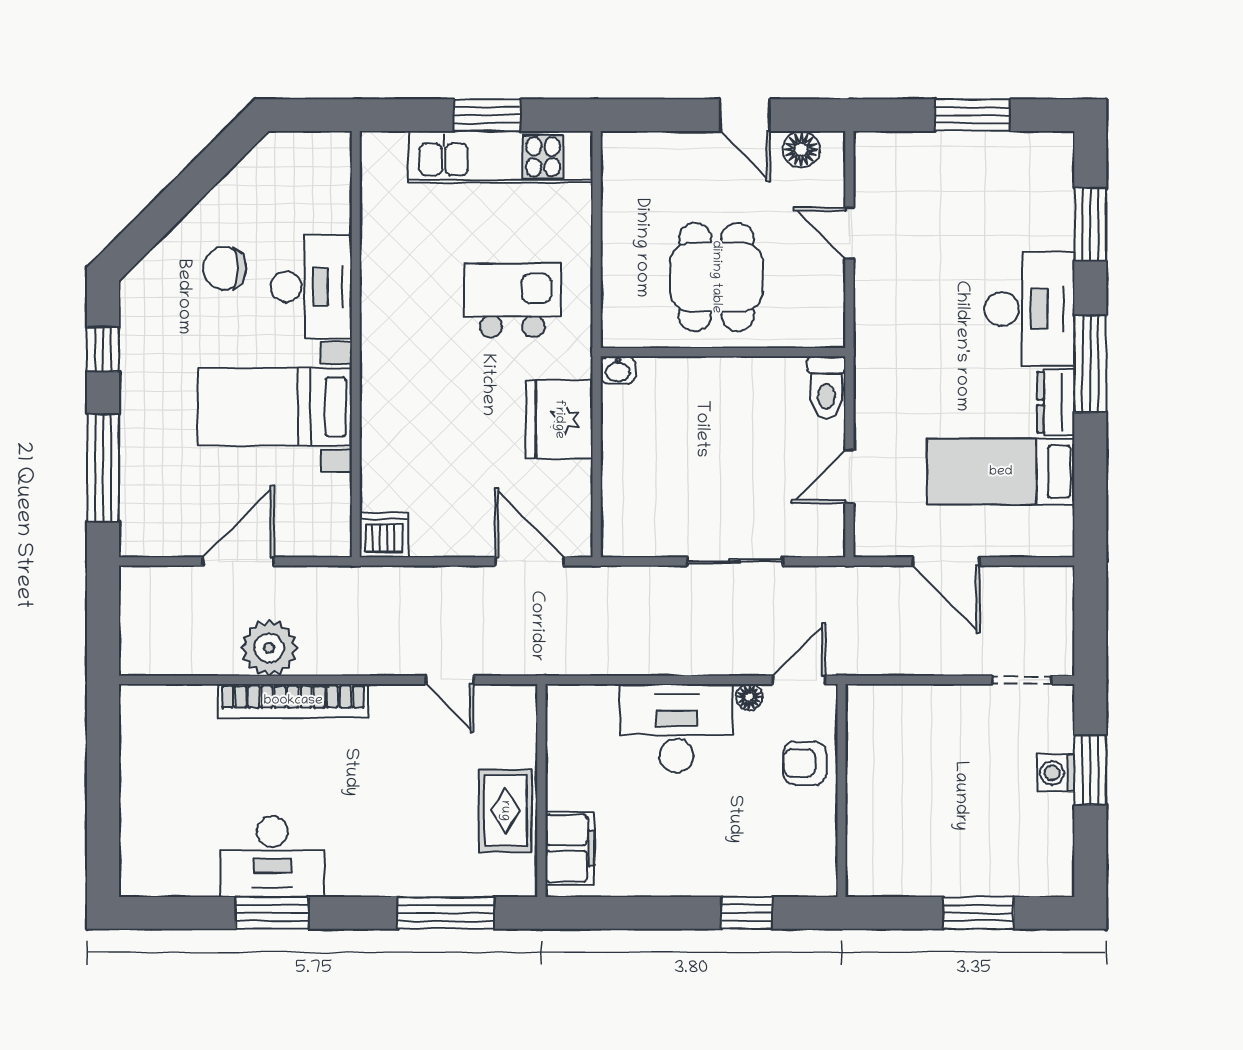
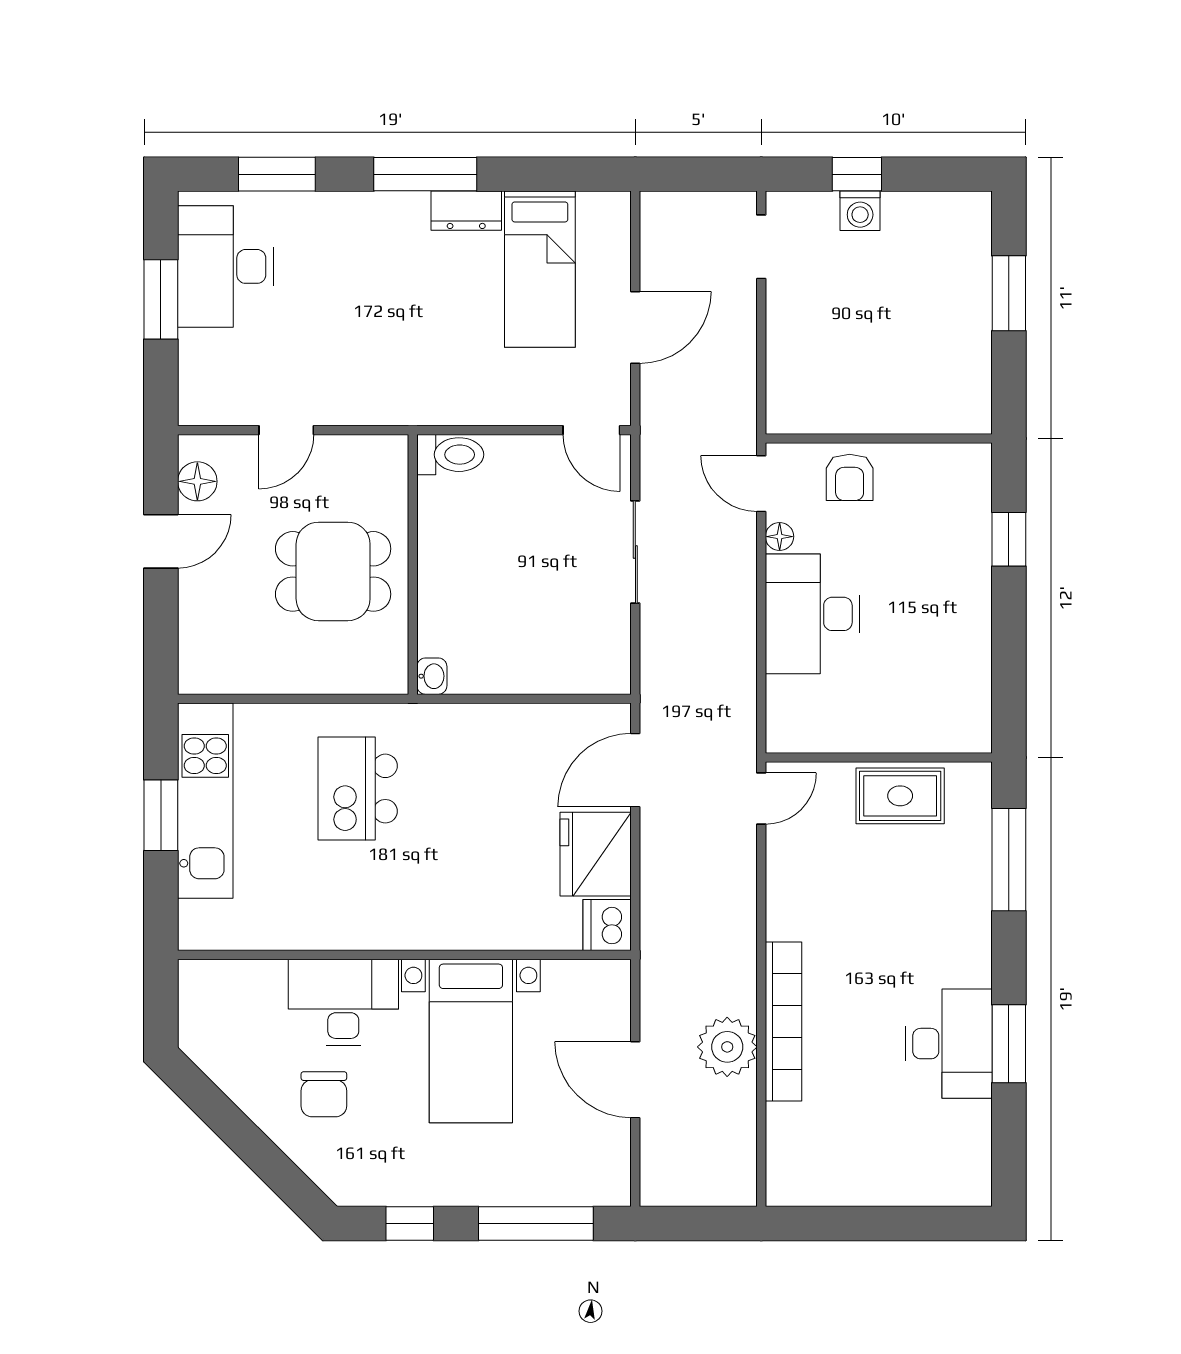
desk: (1030, 309) -> (226, 266), moved, turned -90
fridge: (559, 419) -> (596, 854), moved, turned 90
door: (849, 477) -> (591, 430), moved
door: (450, 680) -> (761, 799), moved
window: (1090, 770) -> (857, 174), width x0.67
filing cabinet: (570, 848) -> (940, 727), removed

